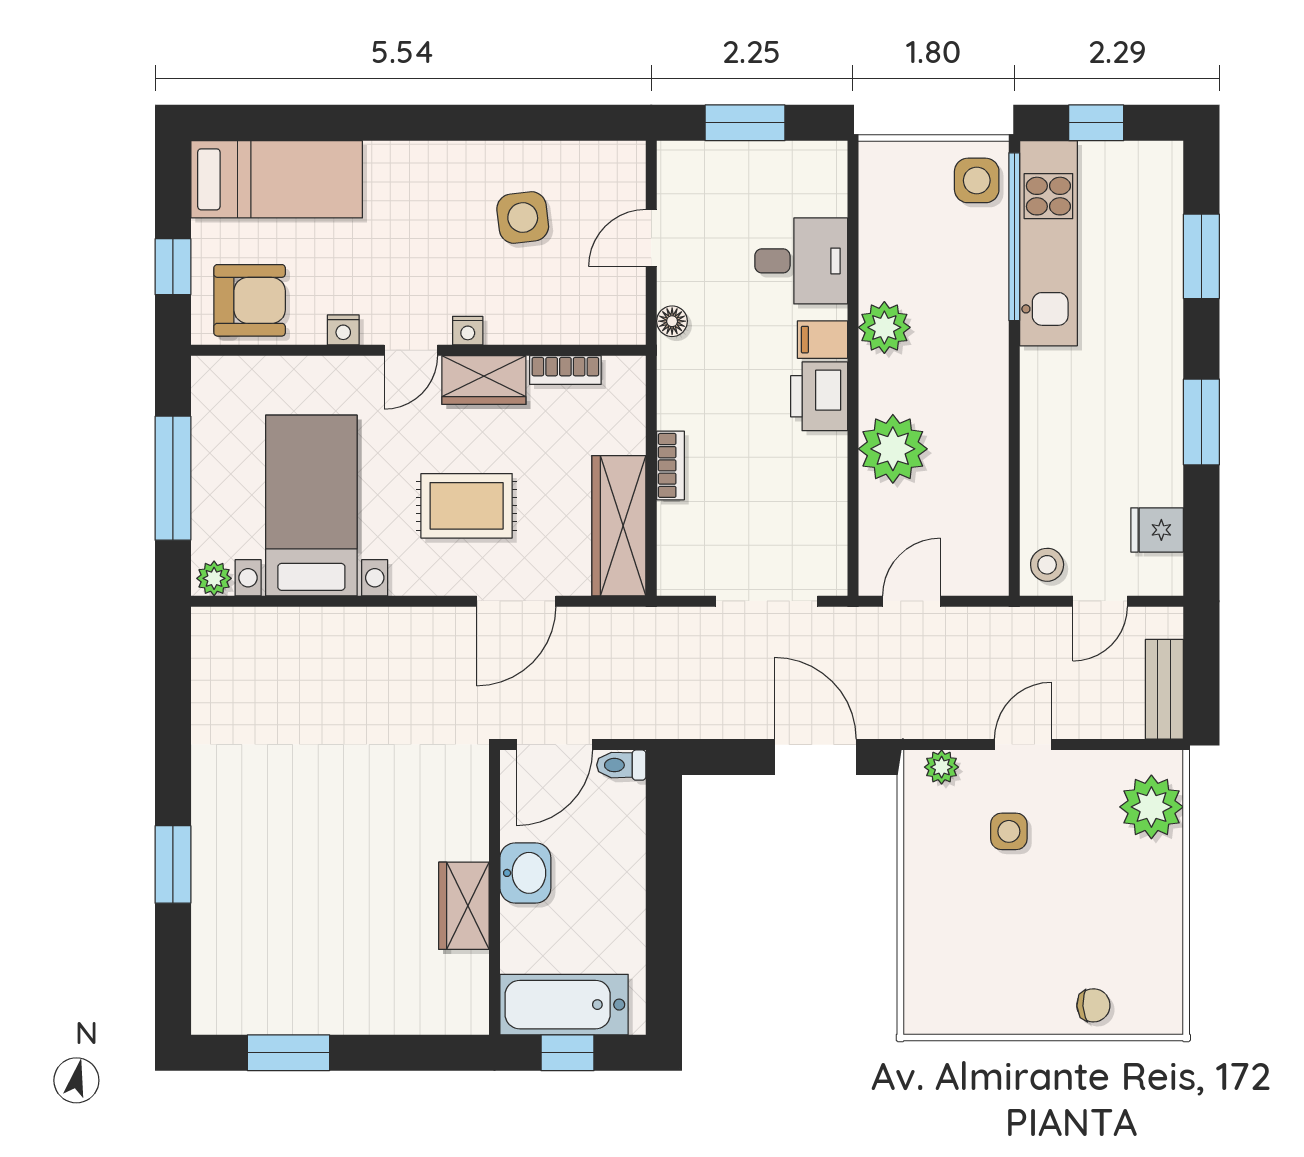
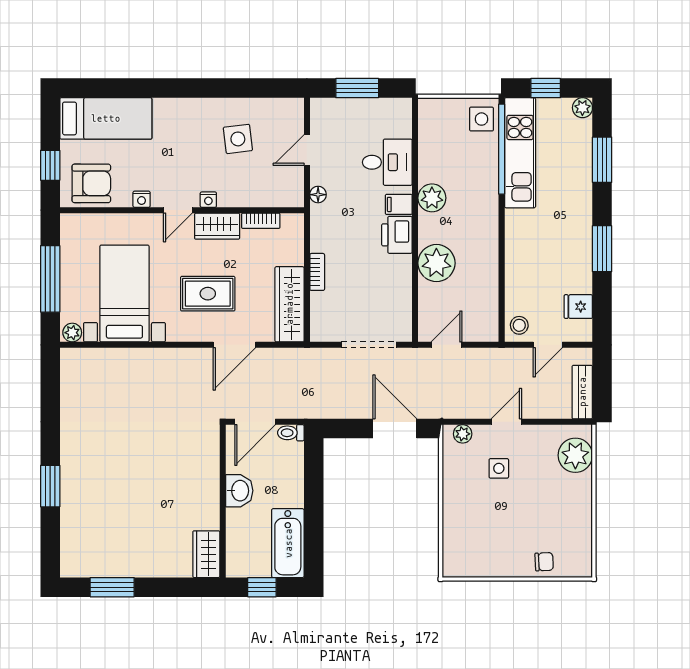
plant: (1165, 159) -> (582, 108), added
wardrobe: (464, 906) -> (206, 554), moved
bathtub: (564, 1005) -> (288, 543), moved, turned -90

